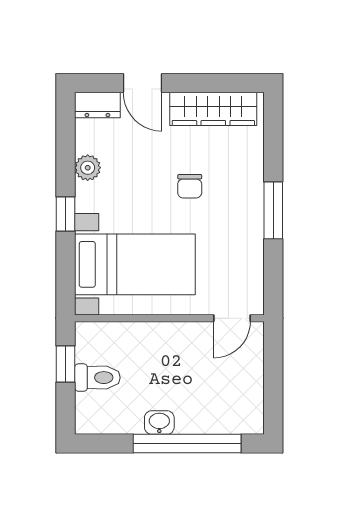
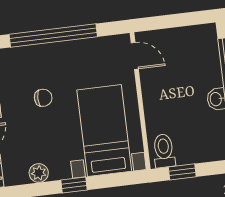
window: (273, 210) -> (53, 35), width x2.11
toilet: (97, 378) -> (164, 151), moved

